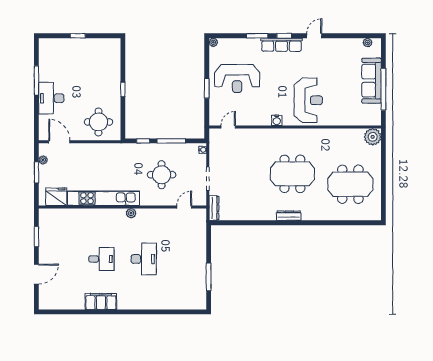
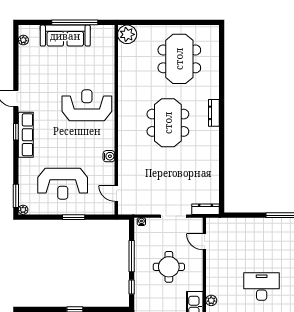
window: (257, 36) -> (16, 196), moved
reception desk: (237, 78) -> (63, 184), turned 90
water cooler: (277, 120) -> (109, 156), moved
dresser: (289, 216) -> (214, 113), moved

